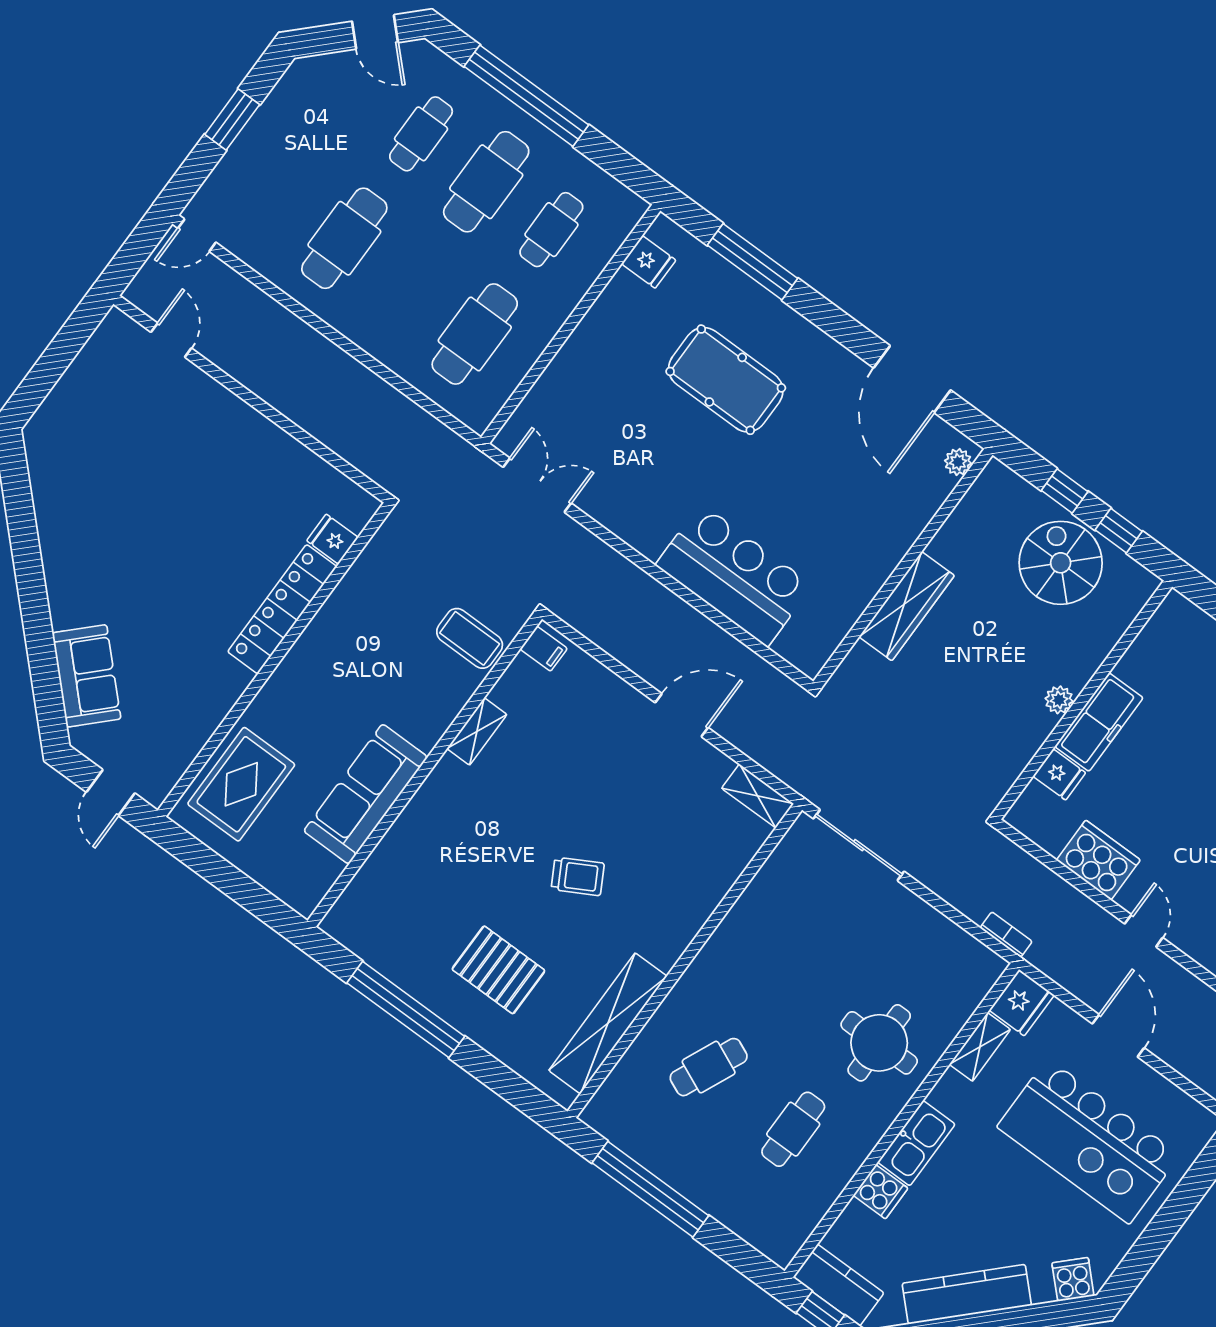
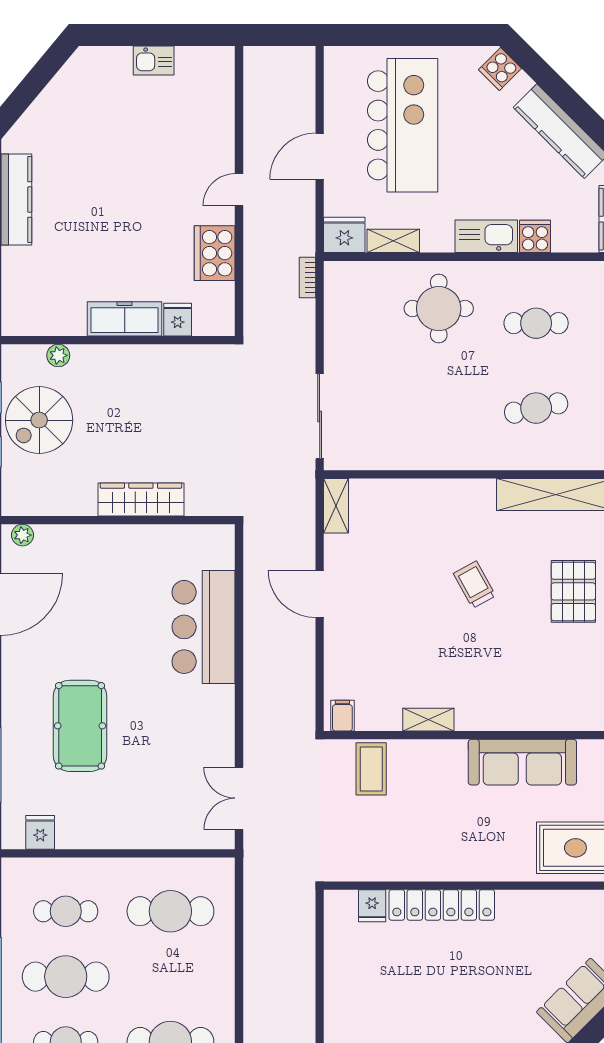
plant: (1059, 700) -> (58, 355), moved
cafe table: (709, 1067) -> (536, 408), turned -36

